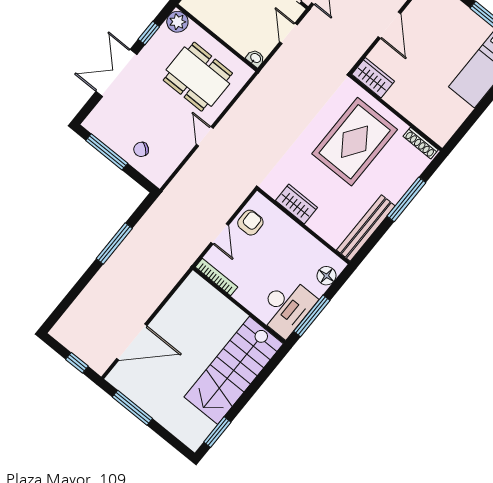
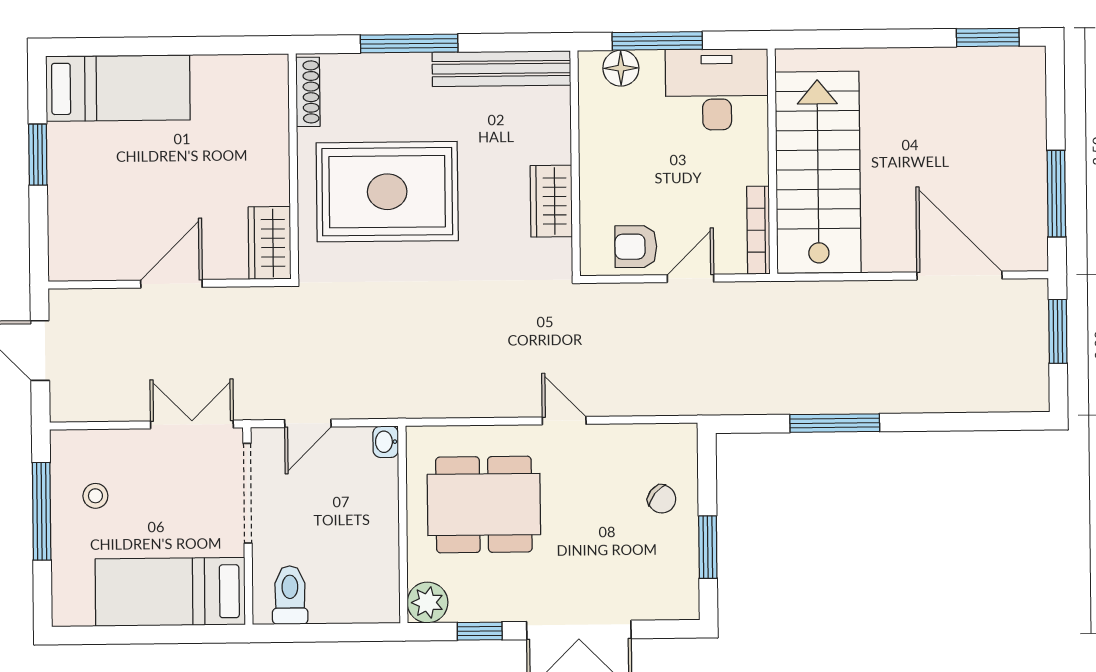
dining table: (198, 77) -> (484, 505), turned 90
door: (205, 136) -> (564, 421), swing flipped
window: (107, 152) -> (708, 547), width x0.69
window: (312, 316) -> (657, 41), moved
window: (77, 363) -> (1058, 331), width x1.50
stairs: (234, 370) -> (818, 172), moved, turned -90

